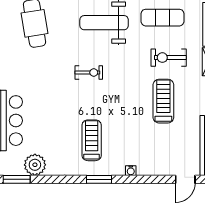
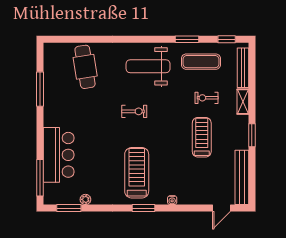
exercise bike: (169, 58) -> (206, 98), width x0.73, depth x0.72
treadmill: (92, 140) -> (137, 173), width x1.37, depth x1.38
plant: (35, 165) -> (85, 199), width x0.53, depth x0.53

